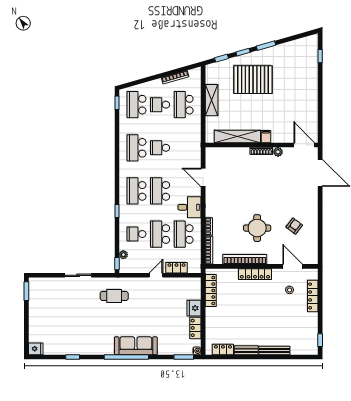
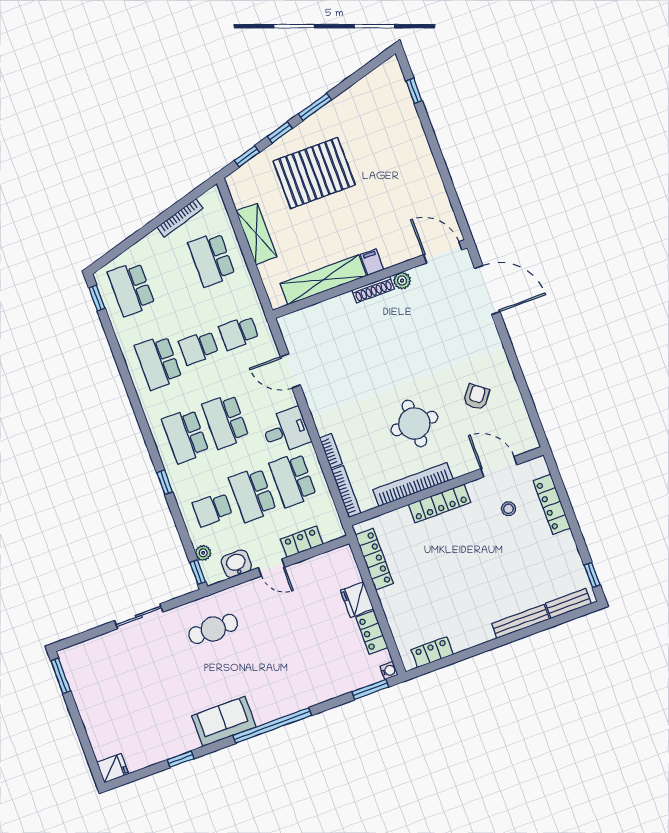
school desk: (160, 105) -> (239, 333), moved
washbasin: (139, 267) -> (236, 564), added
door: (156, 275) -> (272, 568), swing flipped
sofa: (136, 346) -> (224, 721), moved, width x0.73
bench: (246, 350) -> (568, 603), moved

